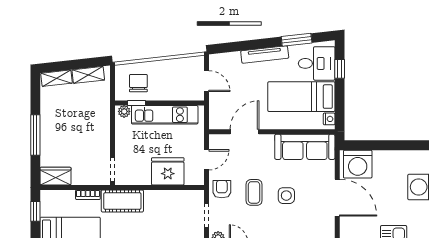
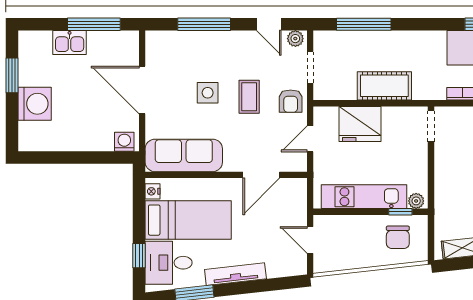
washing machine: (358, 164) -> (124, 142), width x0.53, depth x0.53
cot: (122, 201) -> (384, 86), moved

